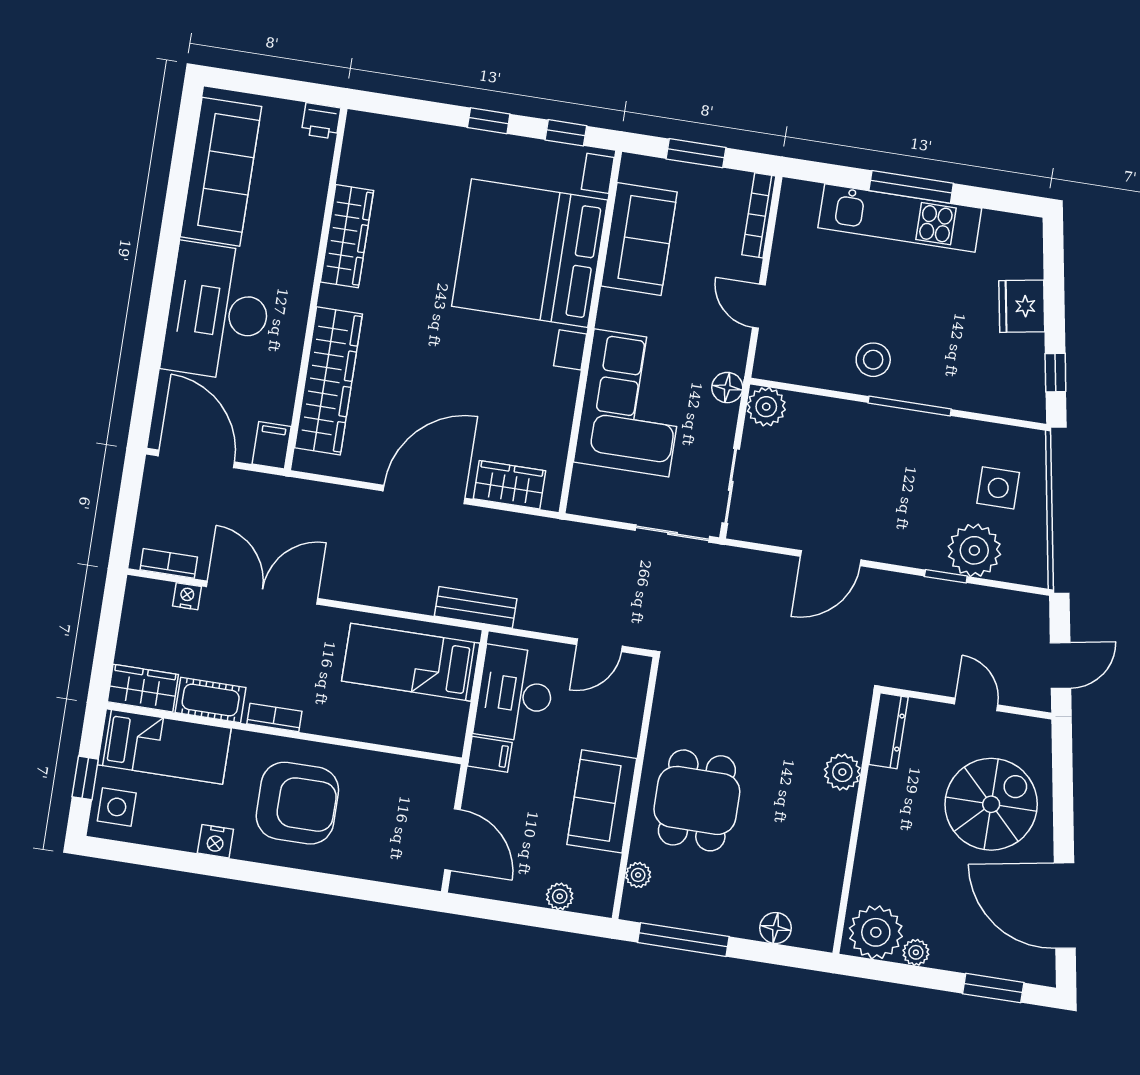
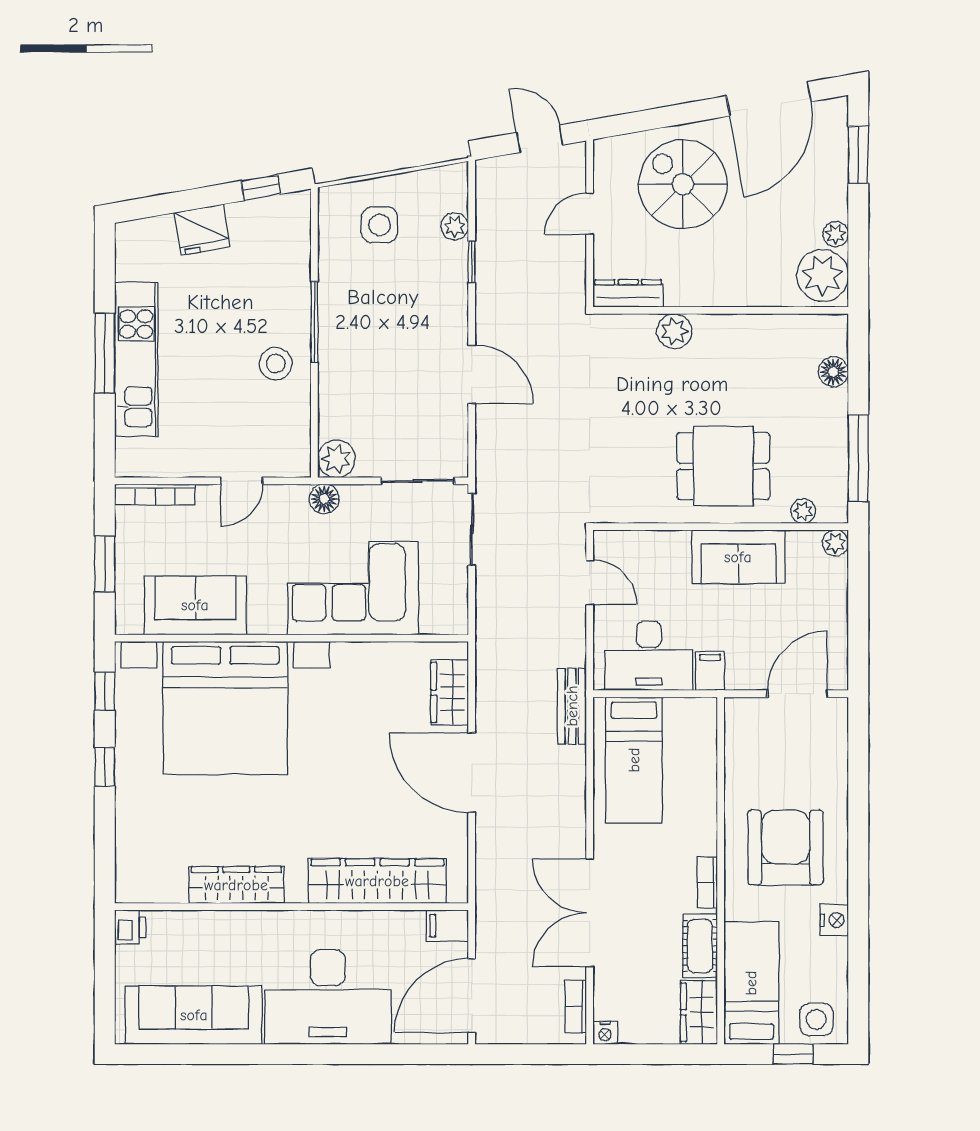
plant: (974, 550) -> (455, 226), width x0.53, depth x0.53
nightstand: (187, 596) -> (605, 1033), moved, turned -90
plant: (560, 896) -> (835, 543), moved

